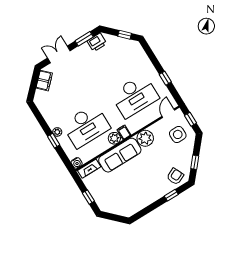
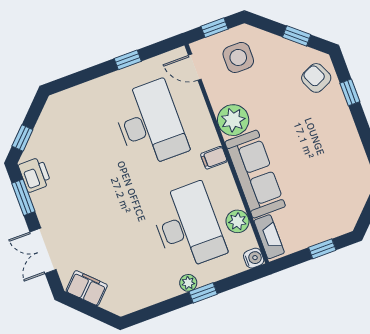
window: (125, 35) -> (22, 138), moved
plant: (114, 138) -> (237, 221), moved

